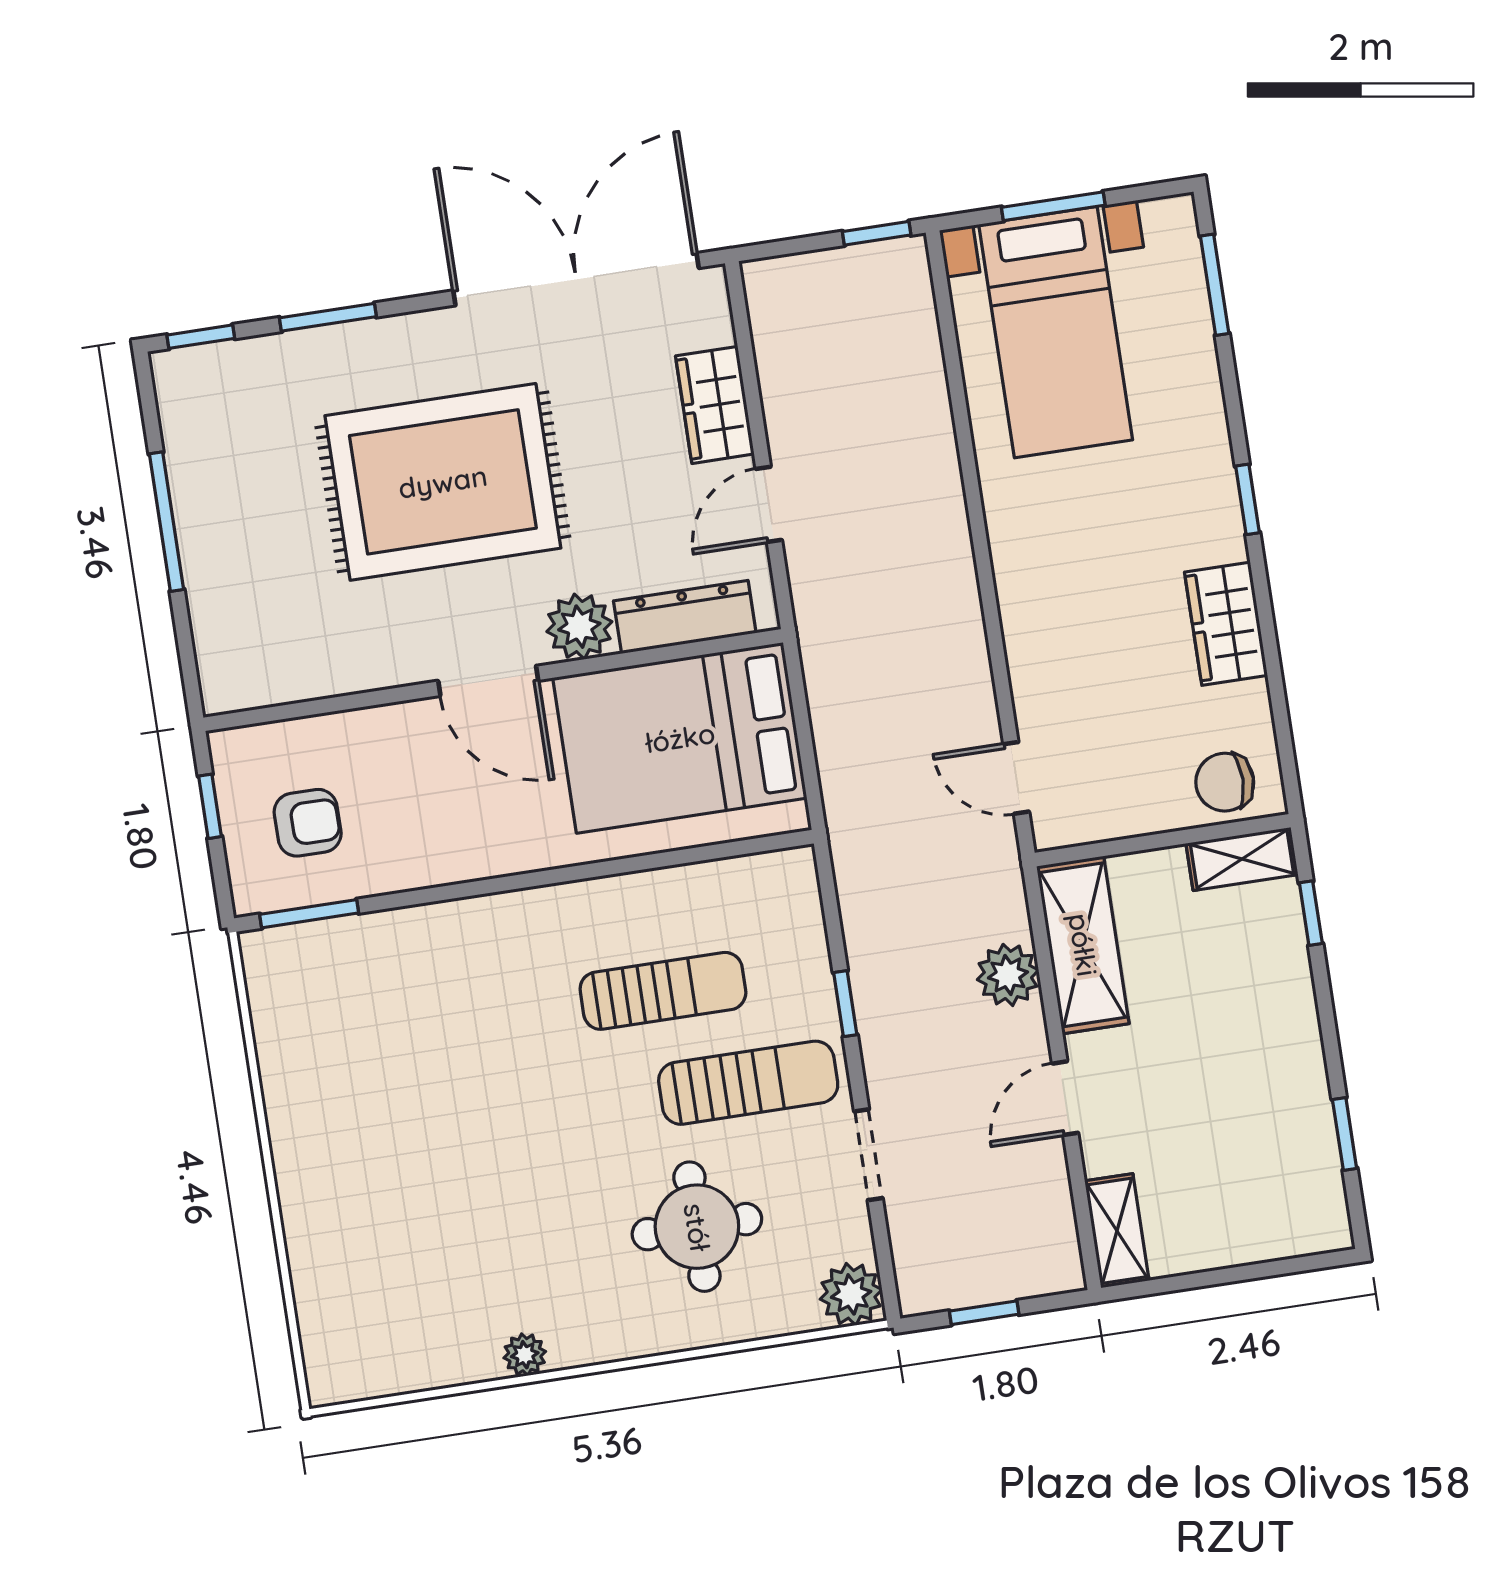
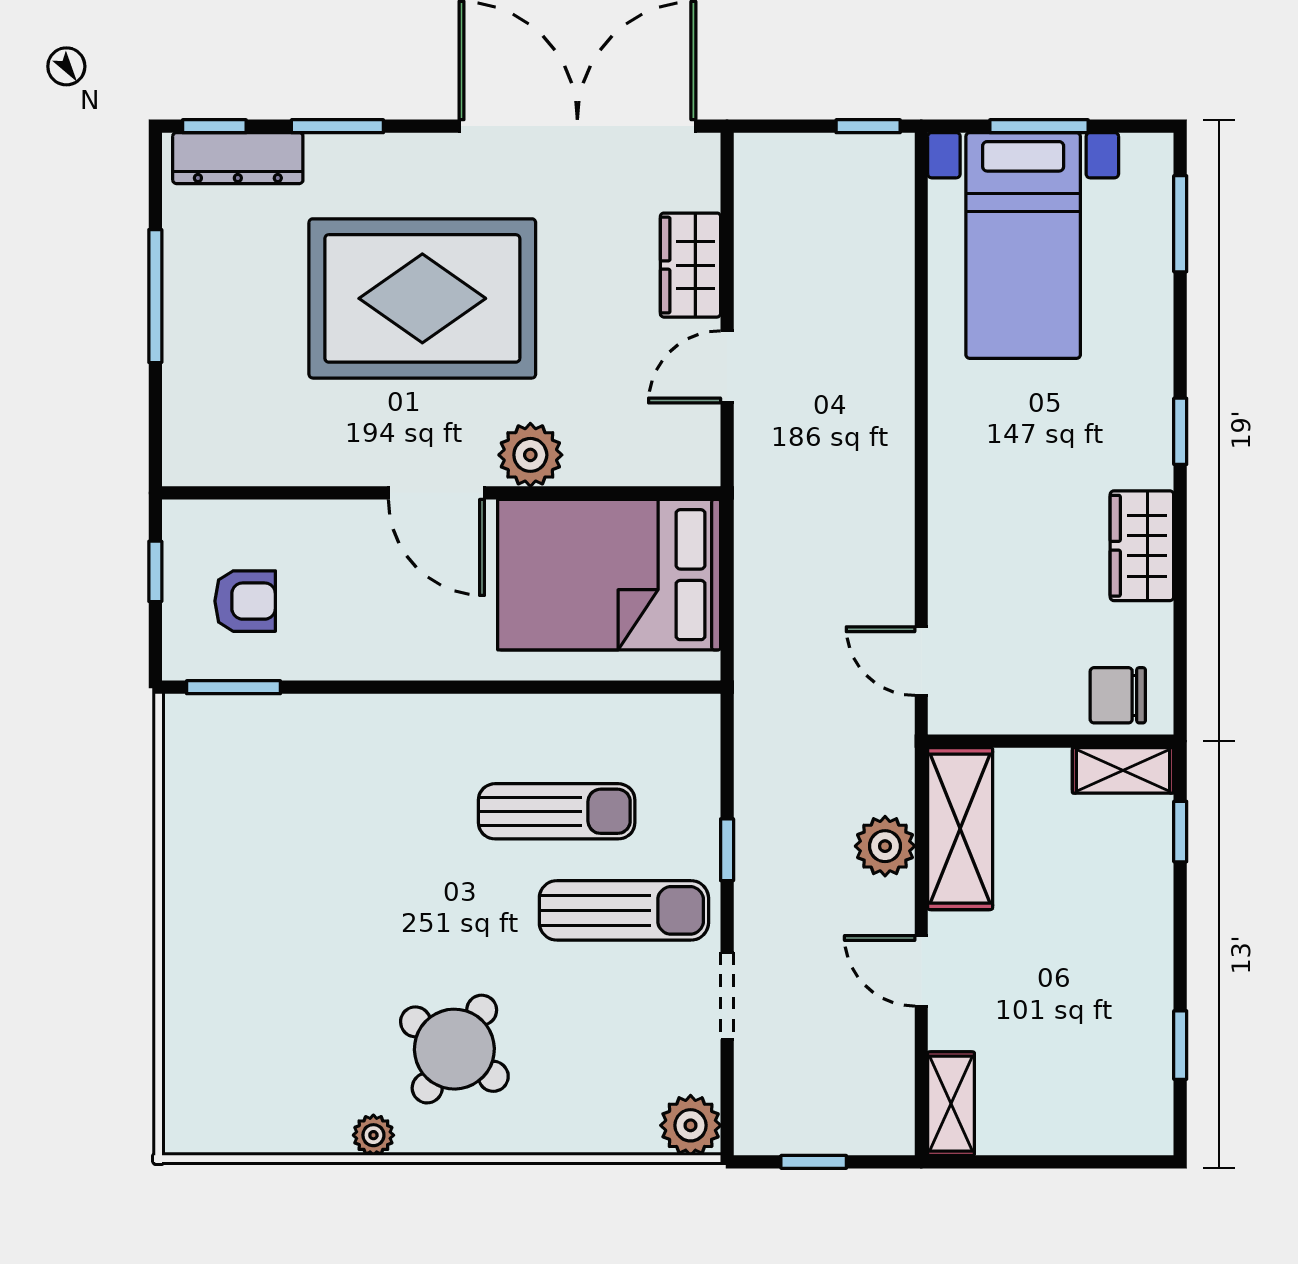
dresser: (685, 617) -> (238, 158), moved, turned 180
door: (1065, 1098) -> (921, 971), hinge flipped
round table: (697, 1227) -> (454, 1049), moved, turned 35

